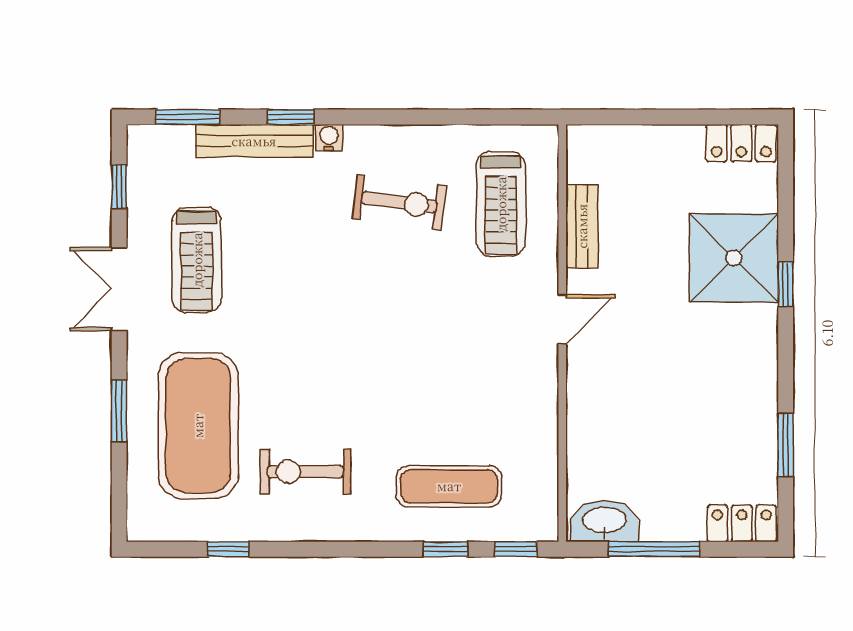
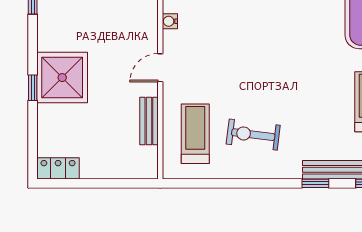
water cooler: (329, 138) -> (170, 21), moved, turned 90
shower: (734, 258) -> (62, 78), moved

